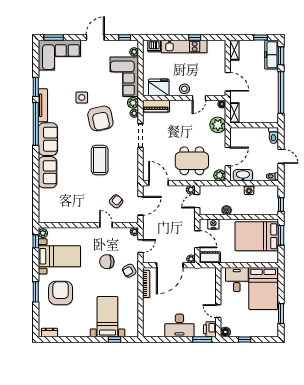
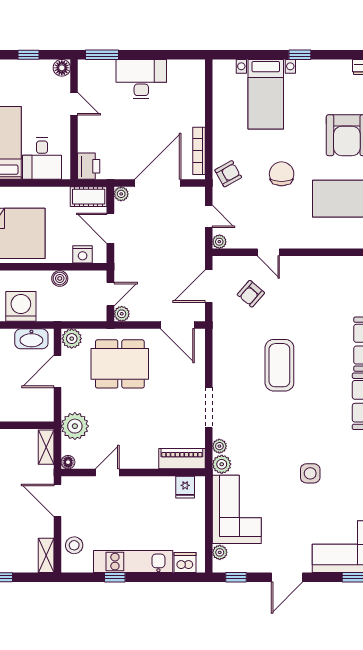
fridge: (159, 87) -> (185, 487), width x0.53, depth x0.75
stool: (184, 89) -> (74, 545), moved
armchair: (100, 118) -> (278, 437), removed
washing machine: (249, 190) -> (21, 306), width x1.89, depth x1.89
door: (140, 246) -> (209, 216), swing flipped
chair: (107, 262) -> (282, 174), moved, turned -90
printer: (210, 329) -> (89, 166), moved
window: (114, 339) -> (300, 55), moved

